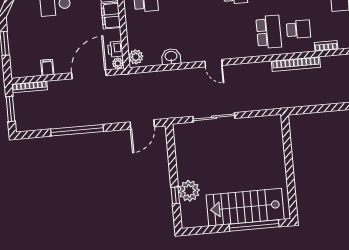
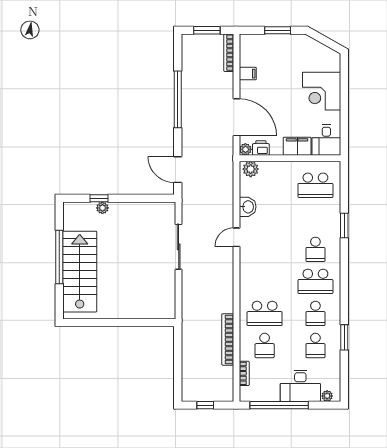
door: (214, 63) -> (236, 237), moved
plant: (189, 191) -> (102, 208), width x0.53, depth x0.53
window: (254, 226) -> (59, 257), moved

